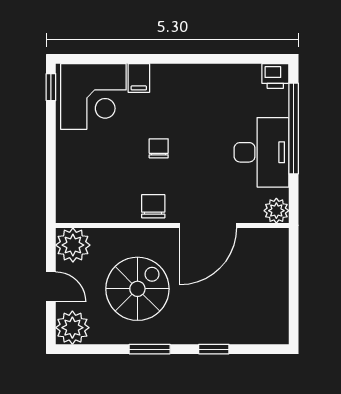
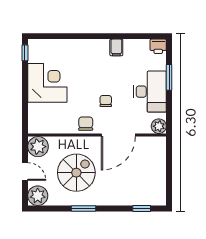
filing cabinet: (139, 78) -> (116, 47), moved
corner desk: (93, 97) -> (47, 83), moved, turned -90
window: (294, 128) -> (169, 77), width x0.47
chair: (159, 148) -> (106, 101), moved
window: (214, 349) -> (142, 208), moved

